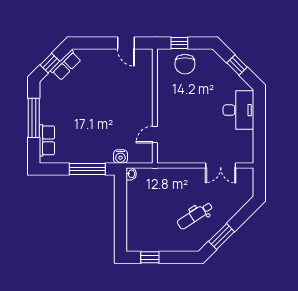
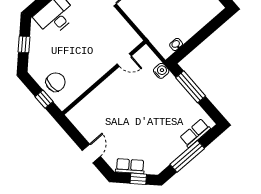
door: (126, 43) -> (91, 153), moved
washbasin: (131, 174) -> (176, 44), moved

